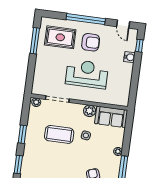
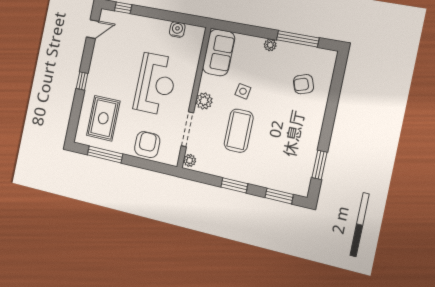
window: (86, 19) -> (82, 81), width x0.32
armchair: (91, 42) -> (147, 145), moved
water cooler: (129, 57) -> (177, 30), moved
reception desk: (87, 74) -> (156, 84), turned 180
plant: (90, 111) -> (204, 101), moved

